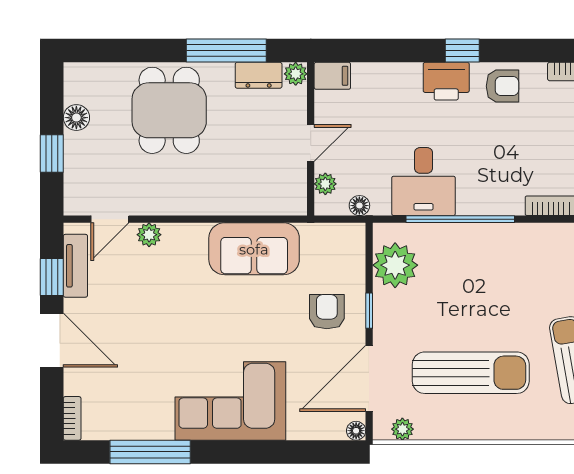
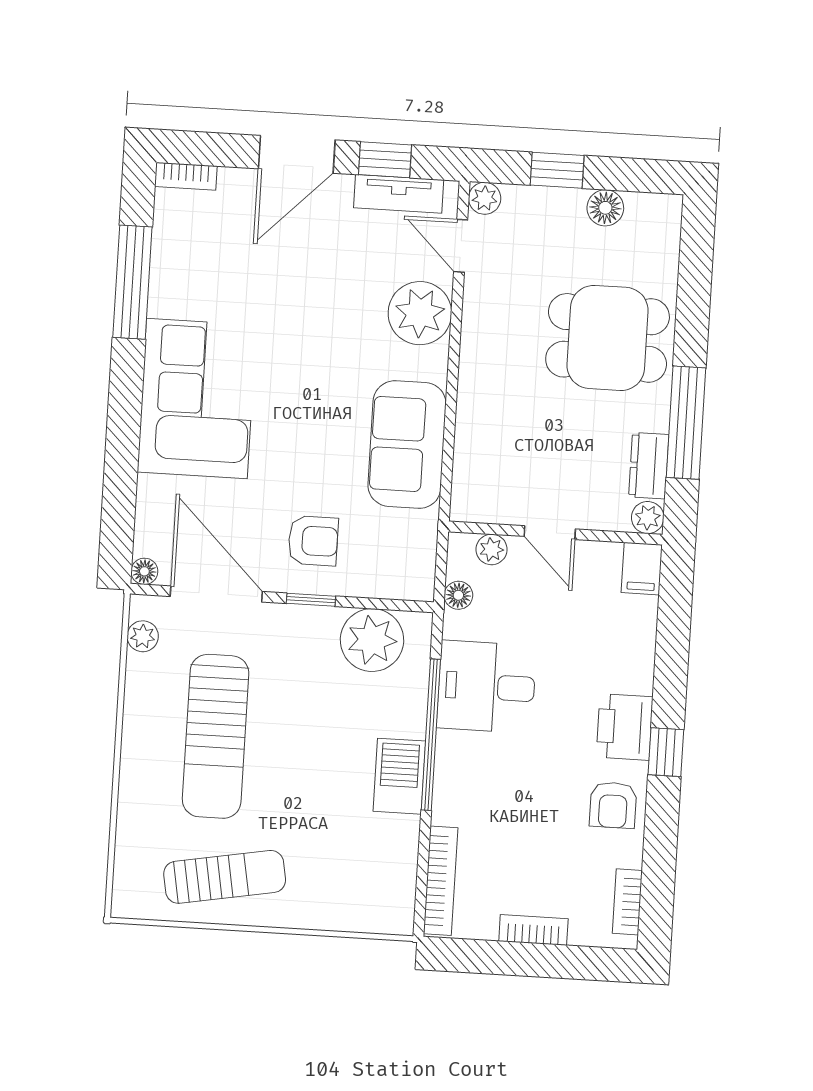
plant: (75, 204) -> (485, 198), added
plant: (149, 235) -> (420, 313), width x1.88, depth x1.88
barbecue: (491, 240) -> (399, 776), added

